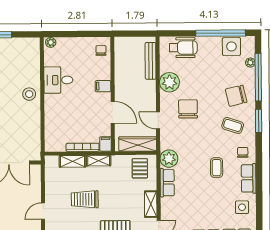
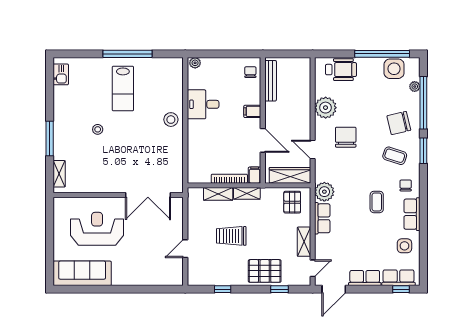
bench: (151, 61) -> (271, 81), moved

